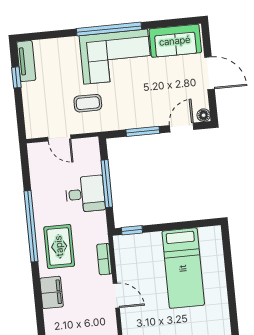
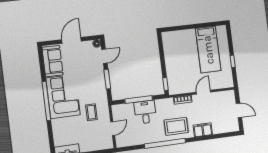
door: (182, 127) -> (104, 56), swing flipped
bed: (183, 268) -> (208, 50), moved, turned 90

